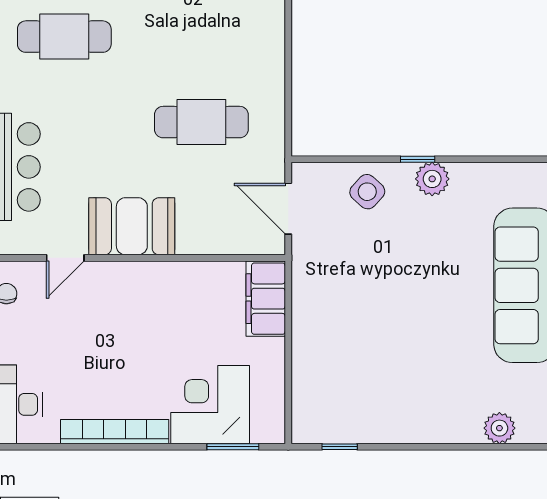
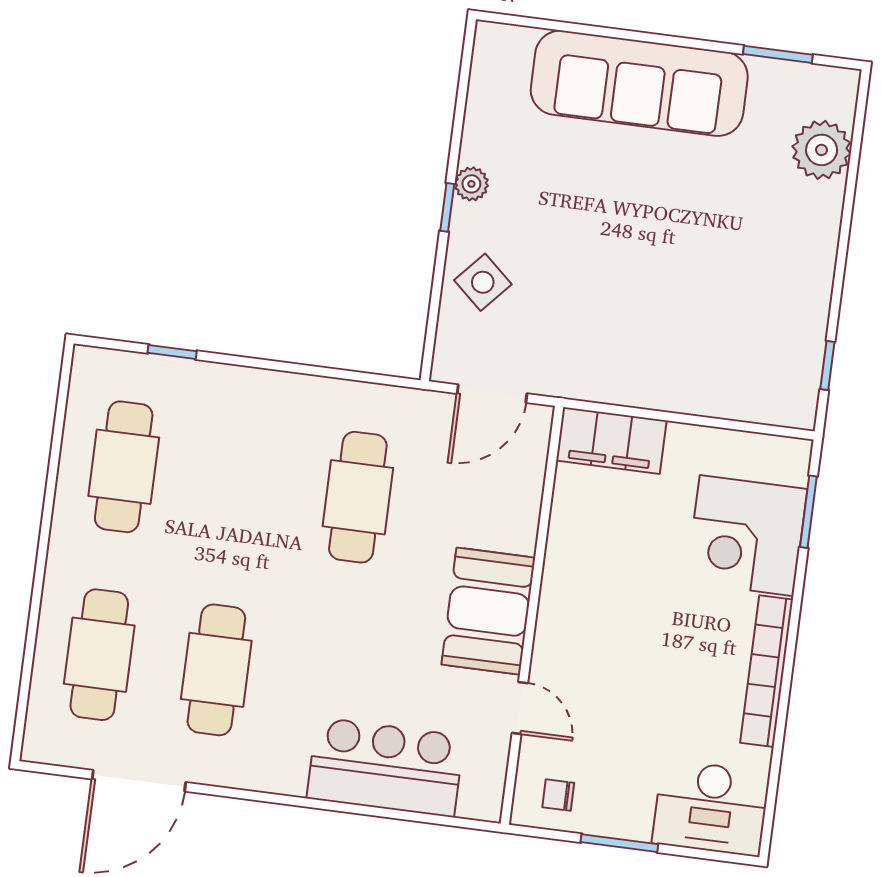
plant: (432, 179) -> (471, 184), width x0.73, depth x0.73
plant: (499, 428) -> (822, 150), width x1.36, depth x1.36

